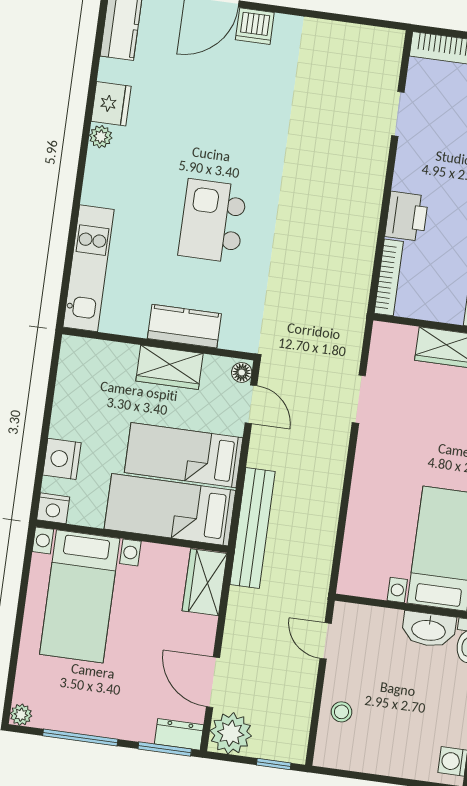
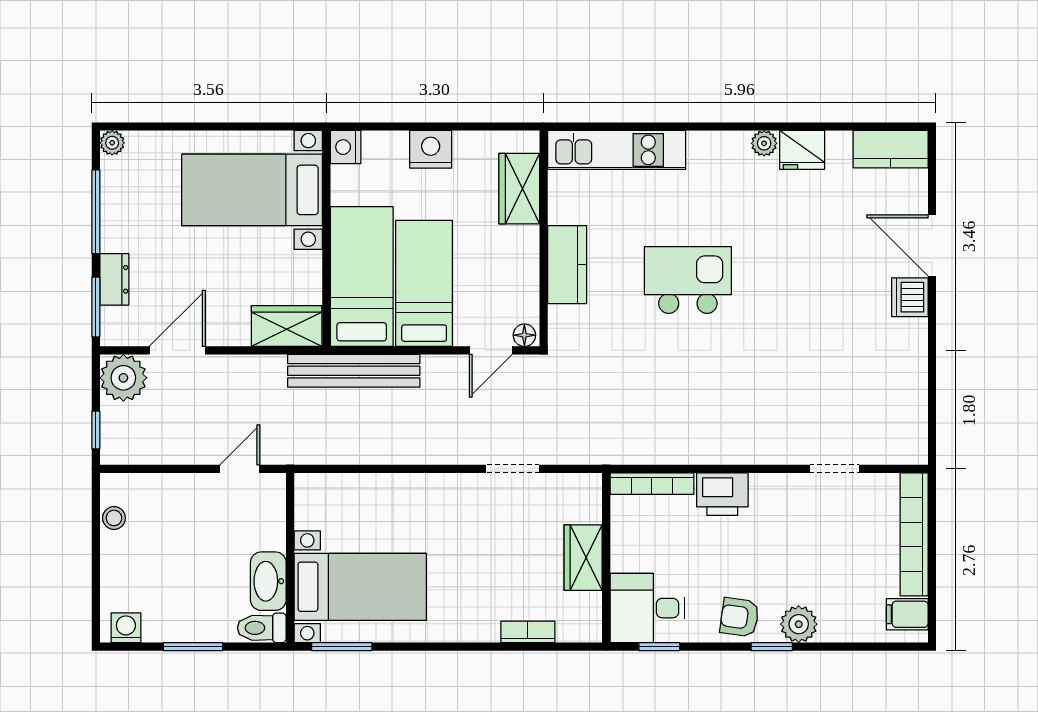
wardrobe: (169, 367) -> (519, 189), moved
nightstand: (62, 459) -> (431, 149), moved
stool: (341, 712) -> (114, 518), moved
dresser: (179, 734) -> (114, 279), moved

